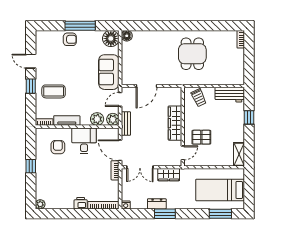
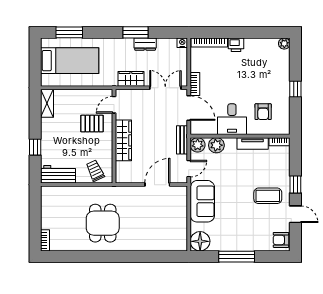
floor lamp: (127, 36) -> (181, 245), removed
armchair: (70, 39) -> (281, 240), moved
coffee table: (54, 91) -> (268, 196), moved

